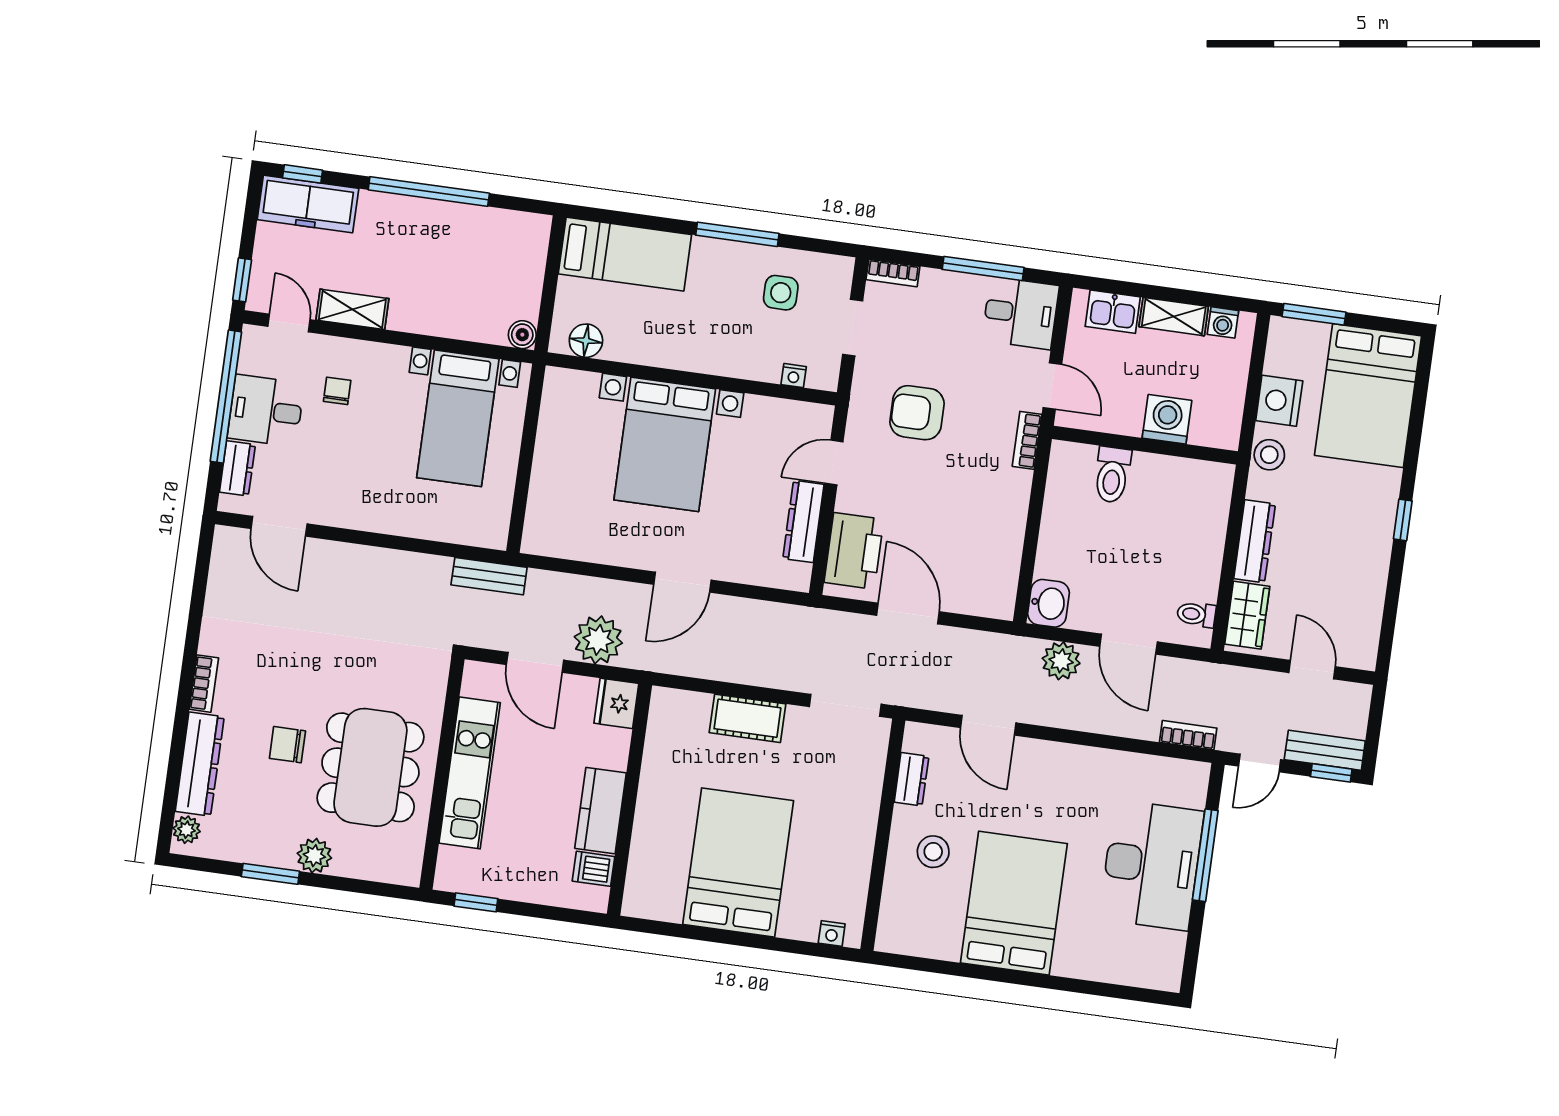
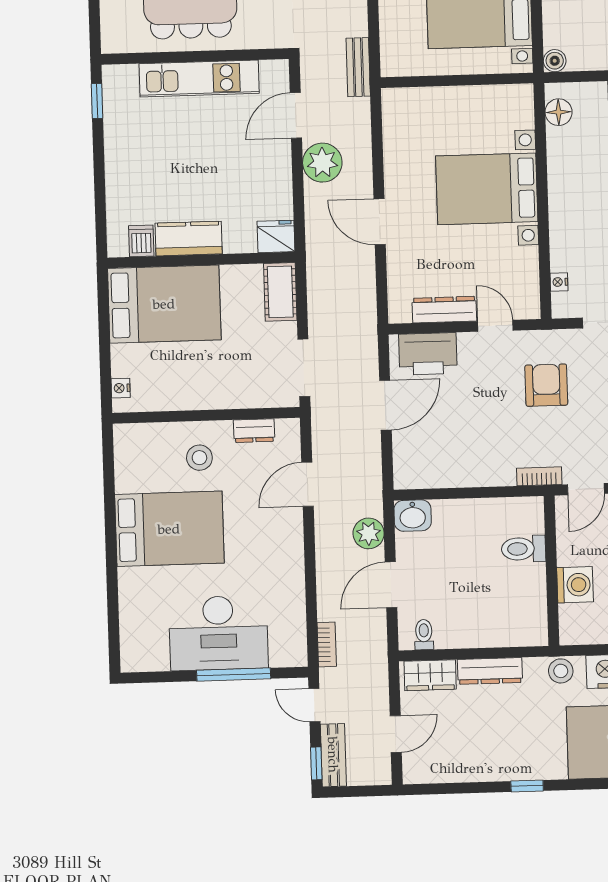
fridge: (616, 703) -> (276, 236), moved
wall: (629, 800) -> (201, 260), moved
kitchen counter: (601, 811) -> (189, 239), moved
dishwasher: (594, 869) -> (141, 241), moved

